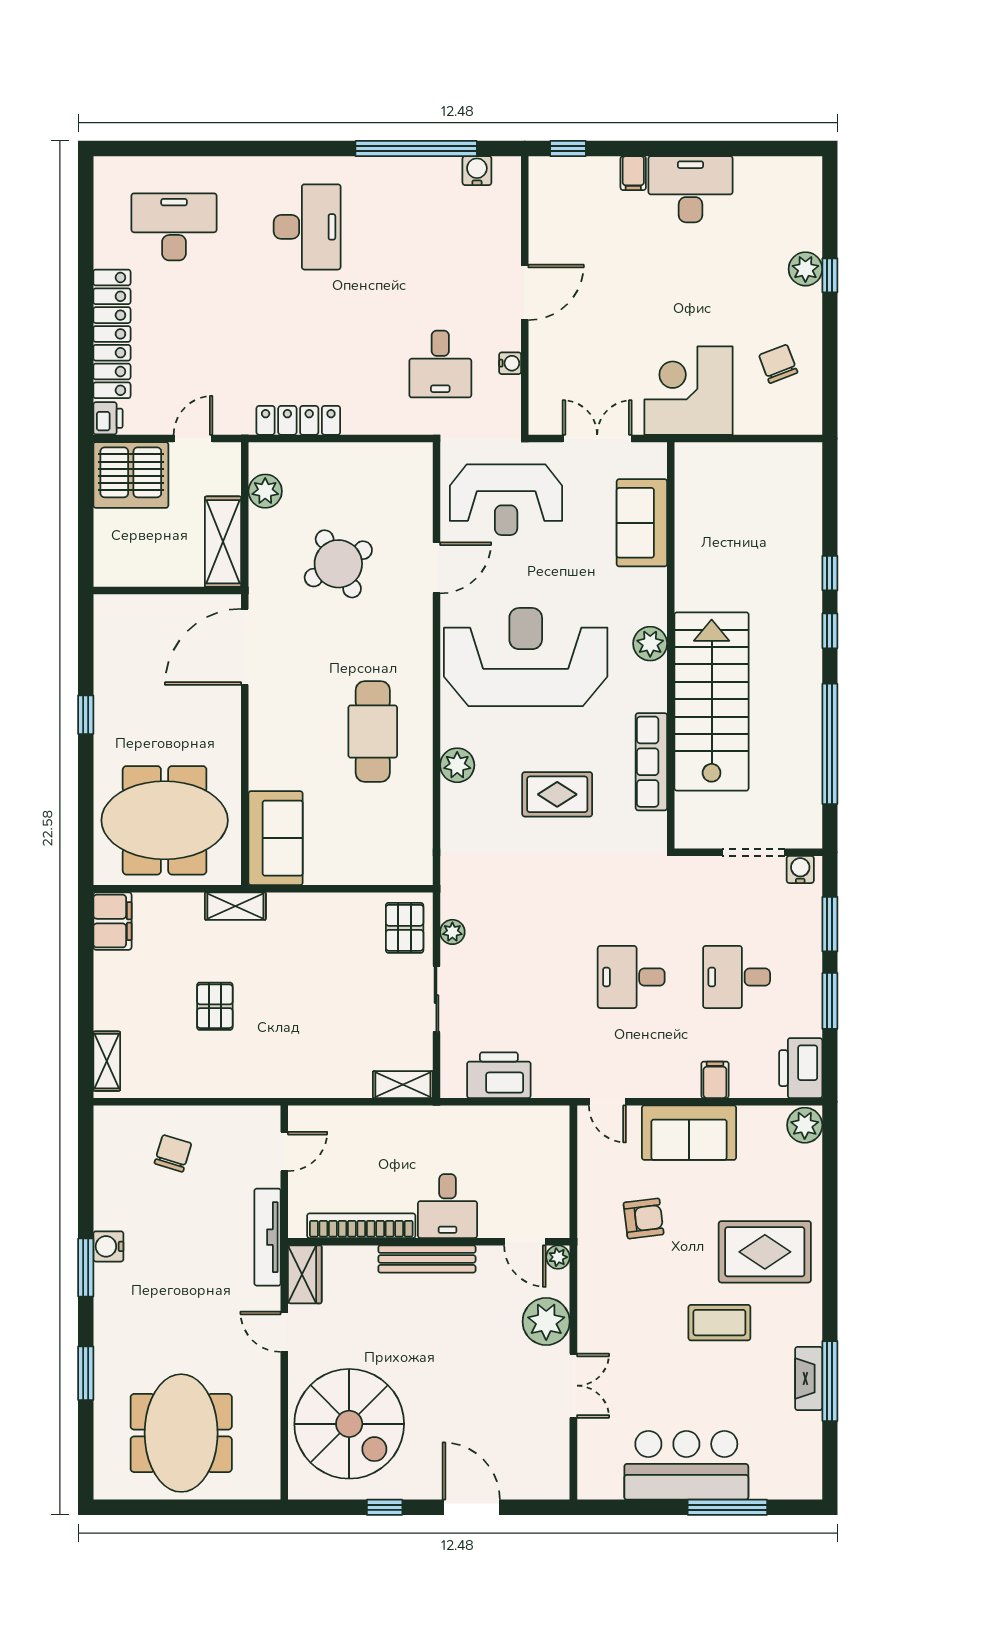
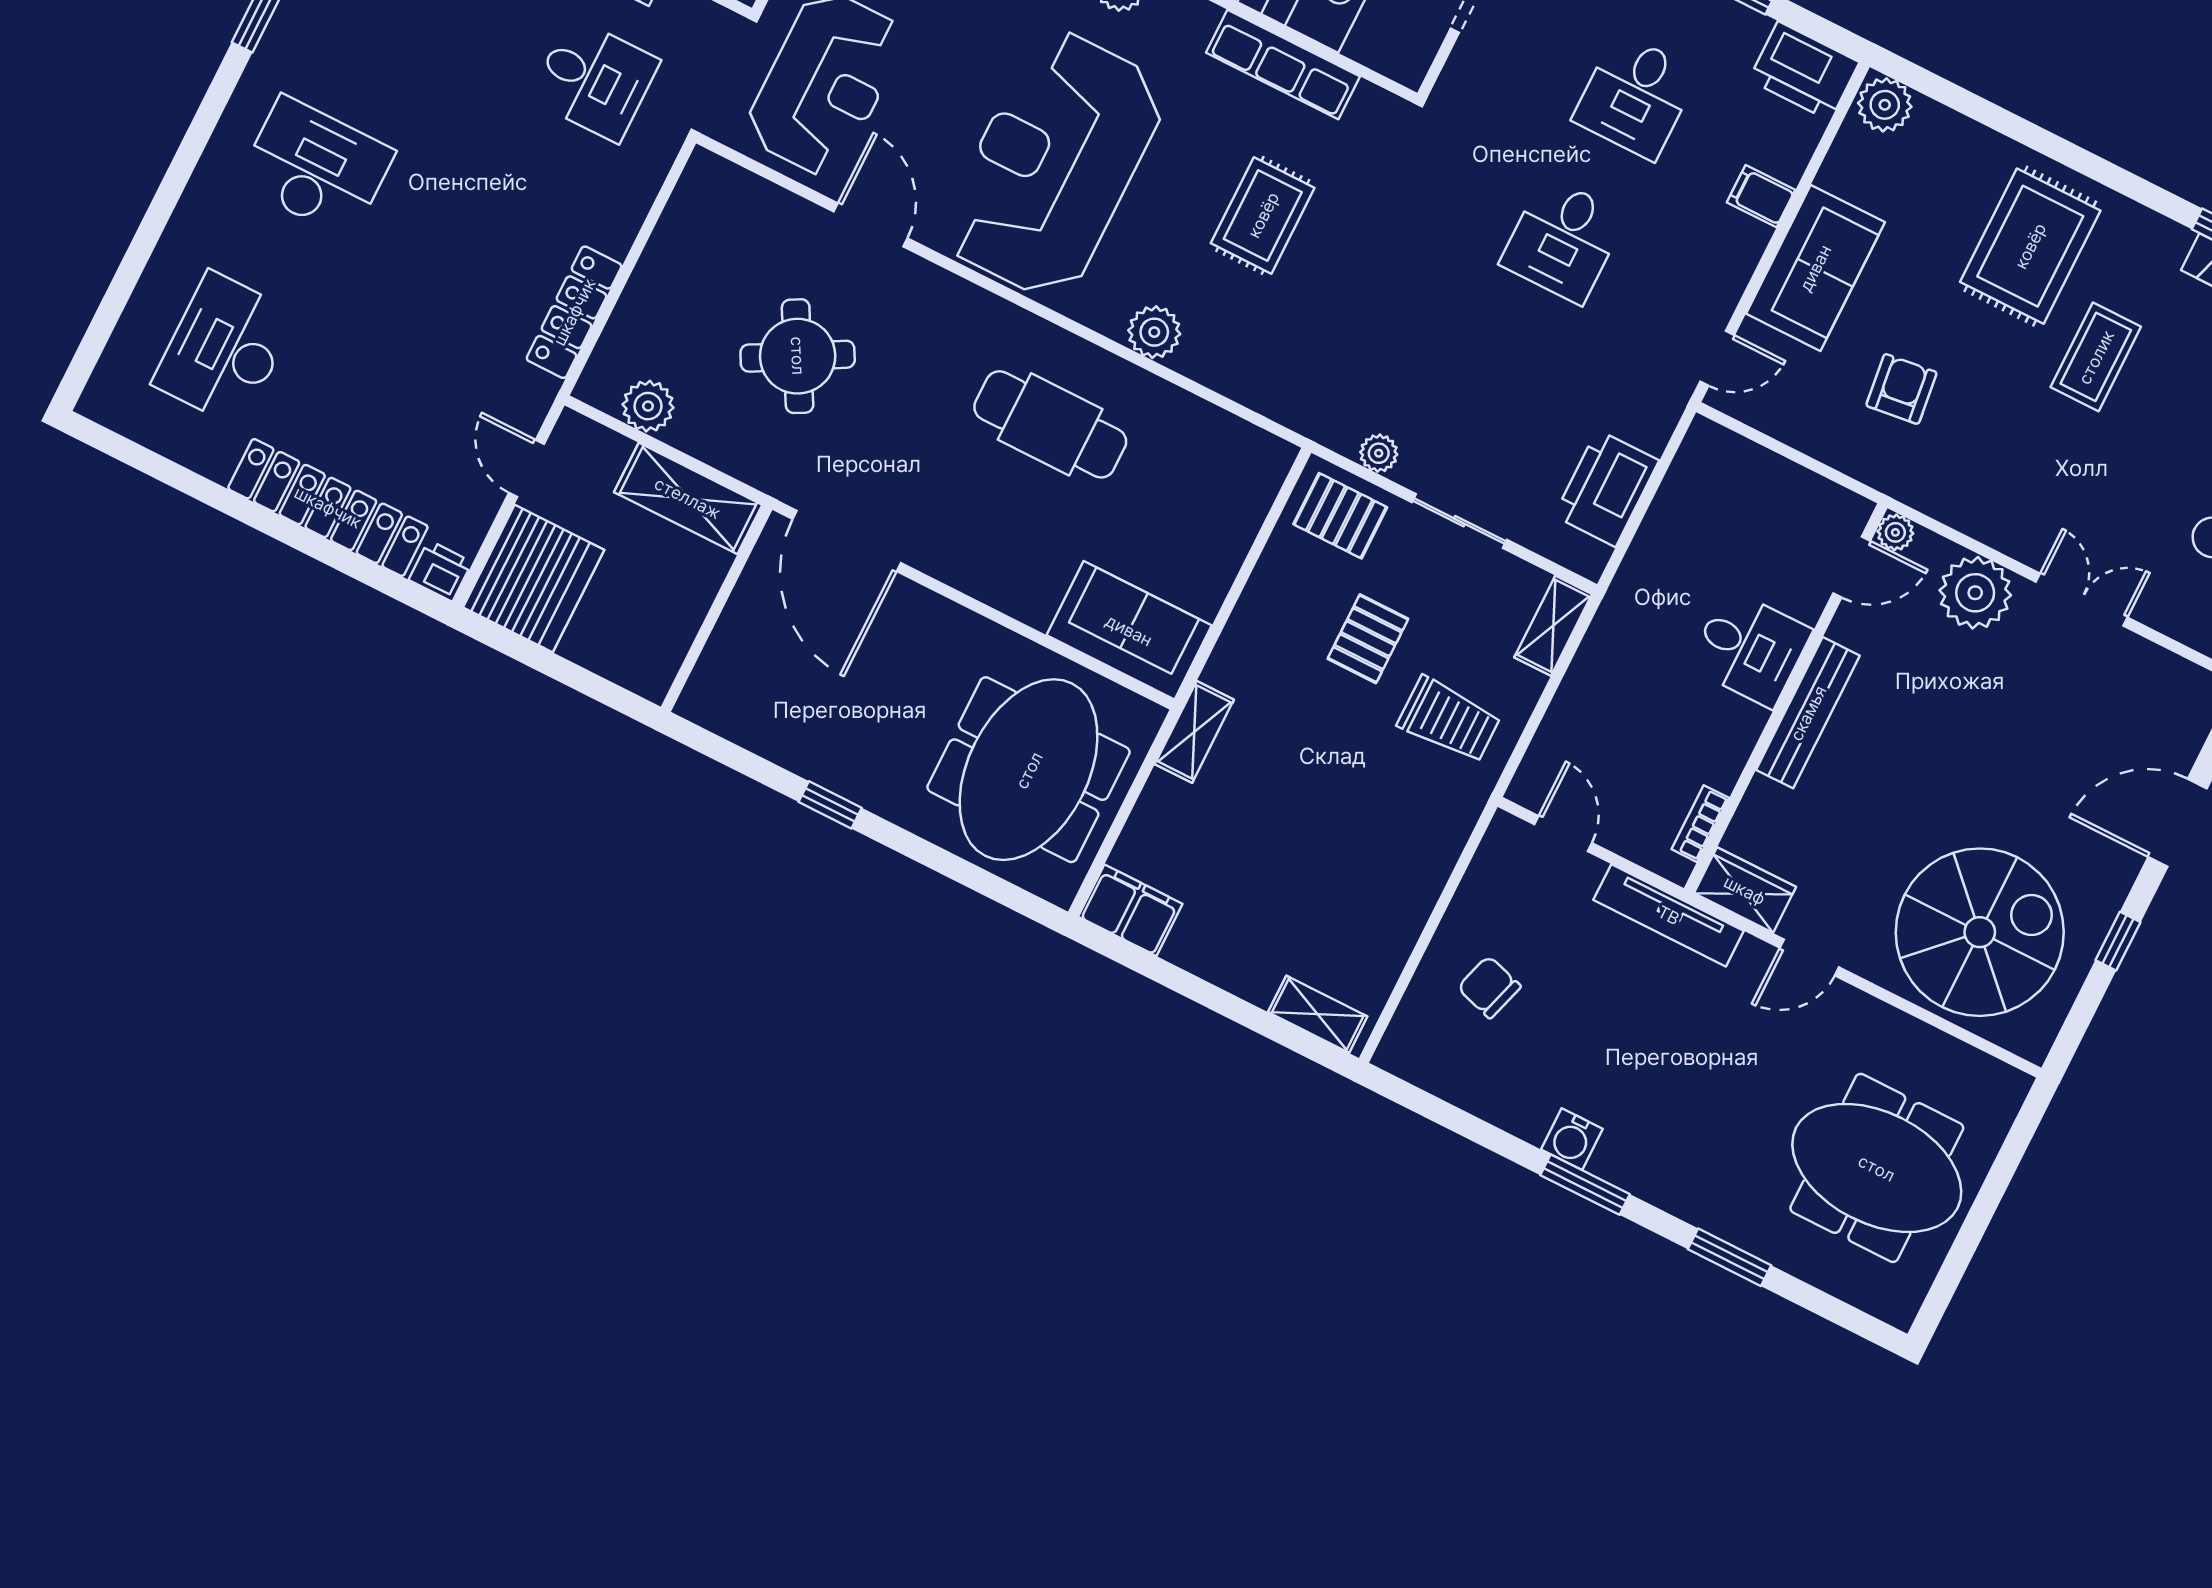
pallet: (215, 1006) -> (1368, 639), moved, turned 90
trolley: (317, 1051) -> (1449, 720), added
bookcase: (361, 1226) -> (1700, 824), width x0.43, depth x0.76

